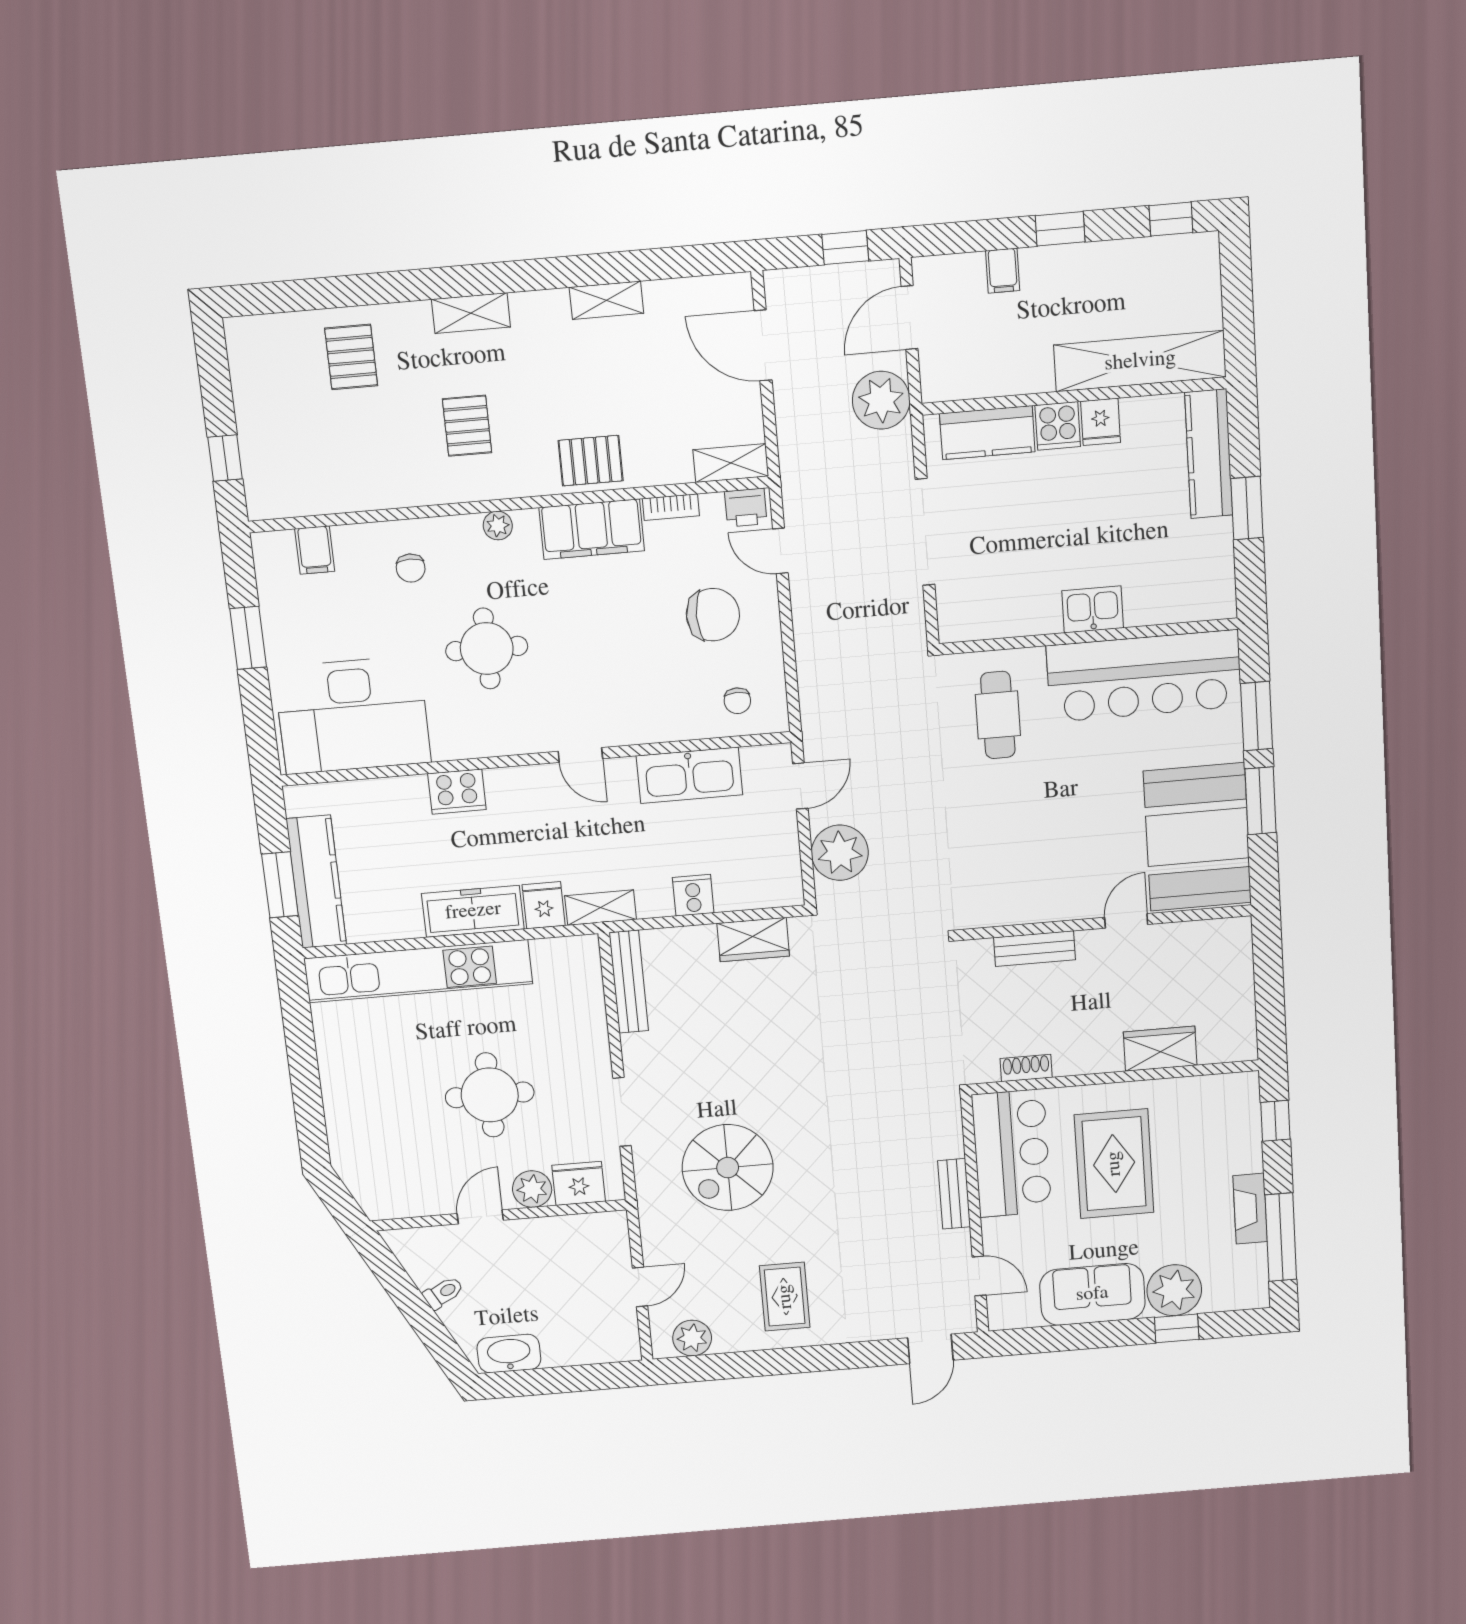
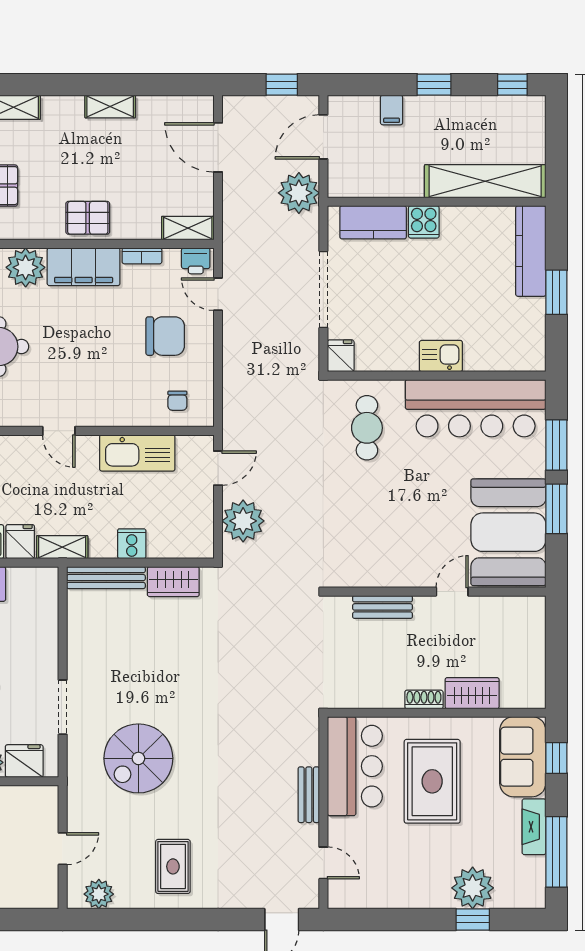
fridge: (1101, 422) -> (341, 356), moved, turned 180
plant: (498, 526) -> (26, 267), width x1.87, depth x1.87
bench: (629, 982) -> (106, 578), moved, turned 90
shoe rack: (1026, 1068) -> (424, 699), moved
sofa: (1092, 1294) -> (523, 757), moved, turned -90

